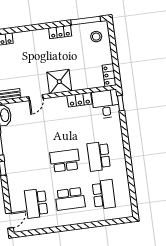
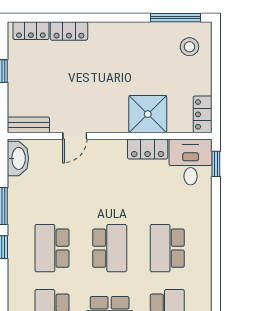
locker: (60, 32) -> (69, 31), moved
shower: (59, 82) -> (148, 114), moved
school desk: (65, 161) -> (110, 248), turned 90
school desk: (31, 165) -> (52, 248), added

